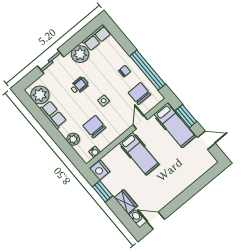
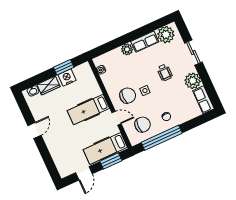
chair: (94, 127) -> (128, 96), moved
plant: (73, 139) -> (127, 49), moved
nightstand: (100, 170) -> (67, 78), moved
door: (156, 221) -> (34, 130), moved

